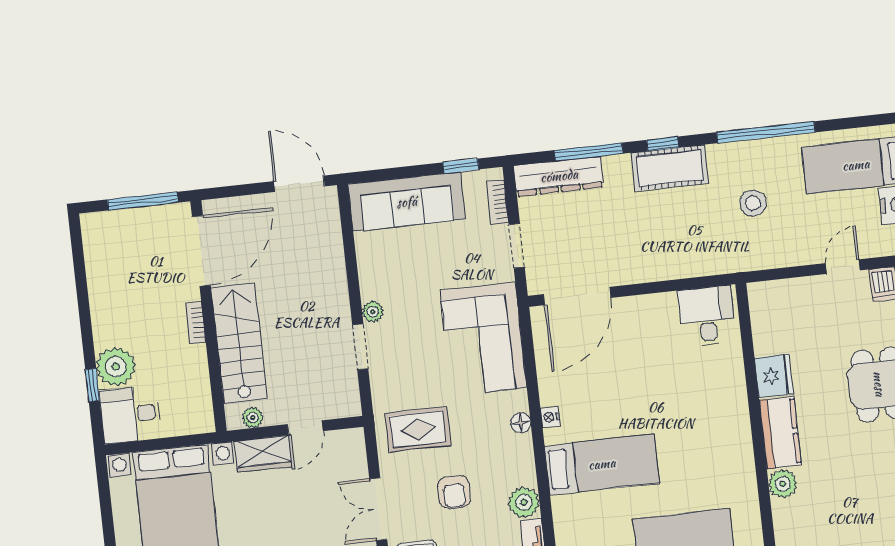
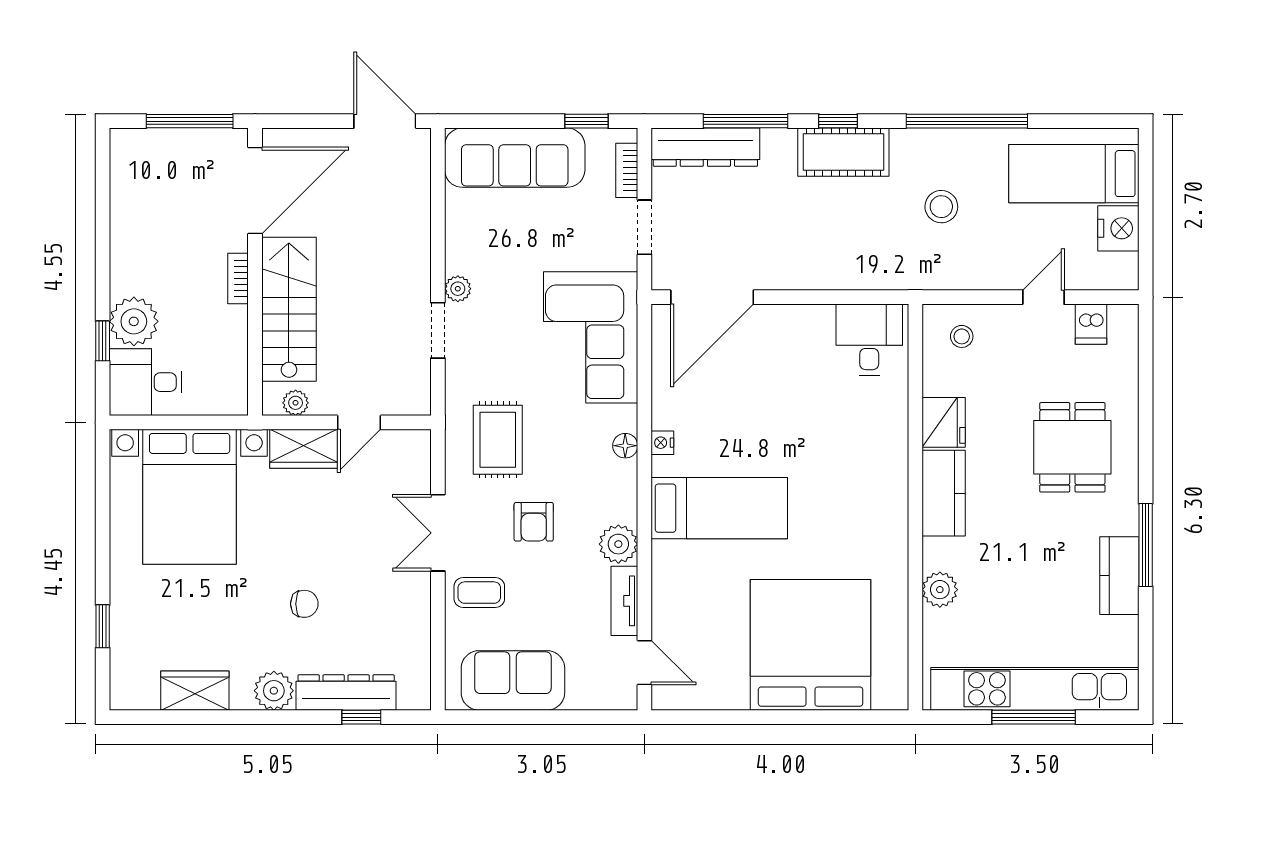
stool: (781, 305) -> (962, 336), added
rug: (418, 429) -> (498, 440), turned 90
plant: (783, 484) -> (940, 590), moved

